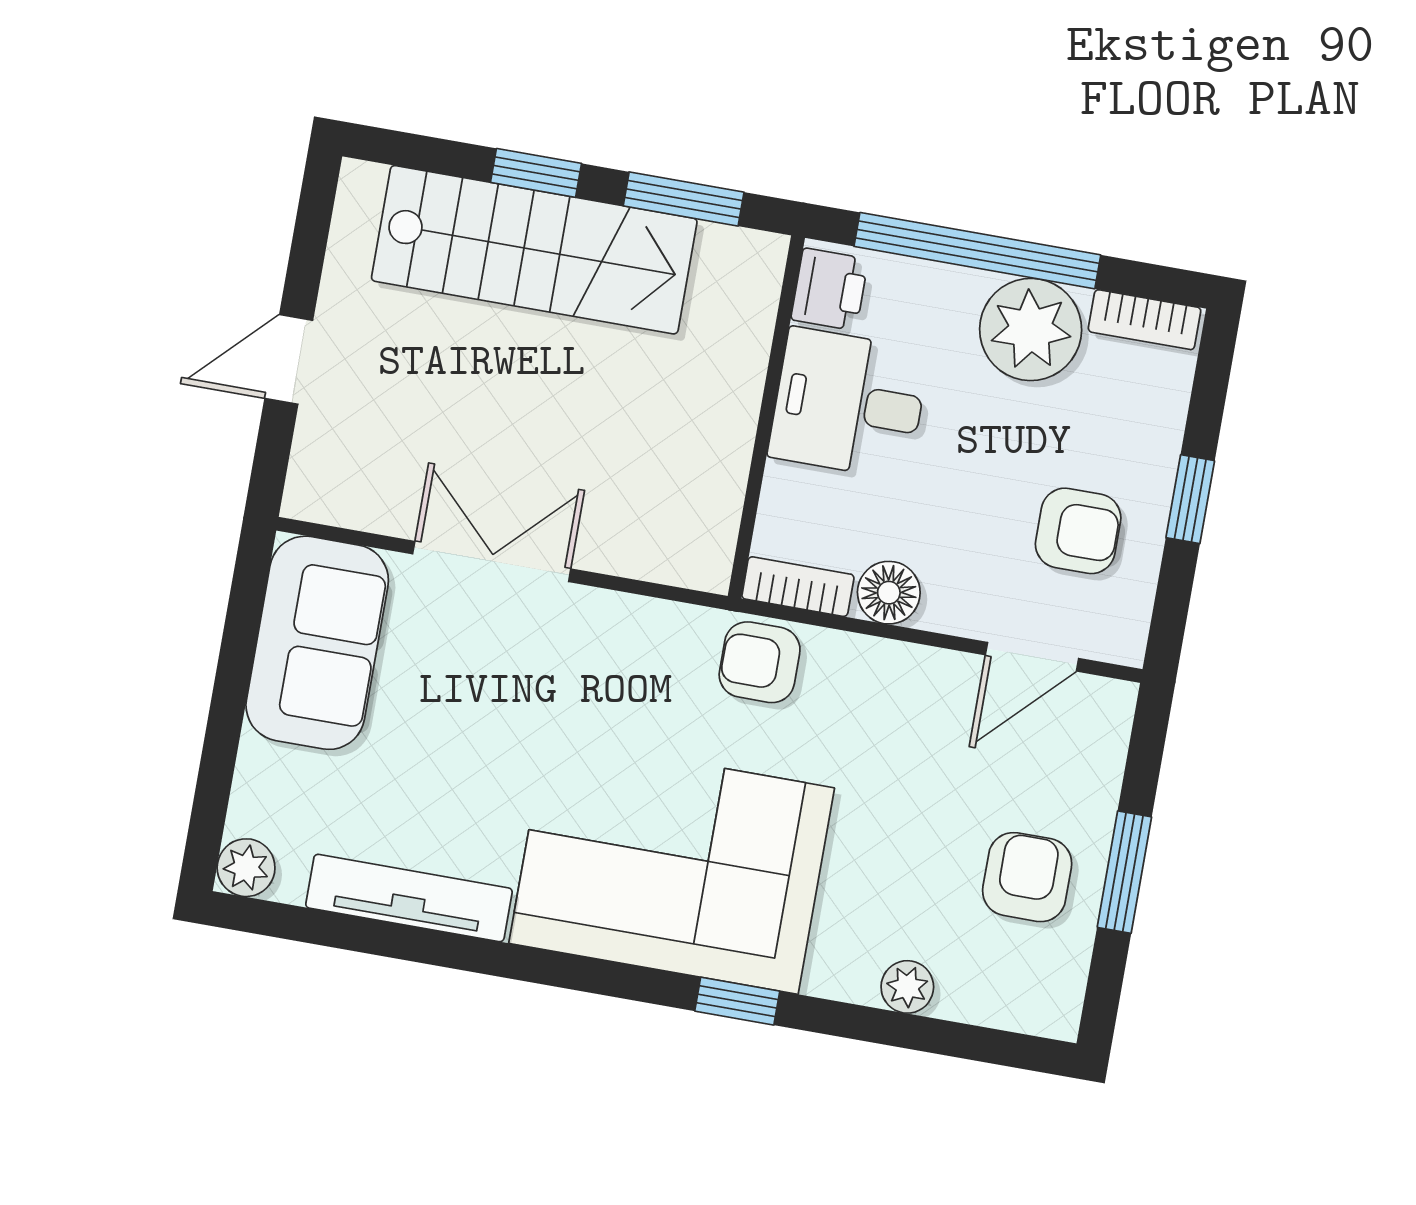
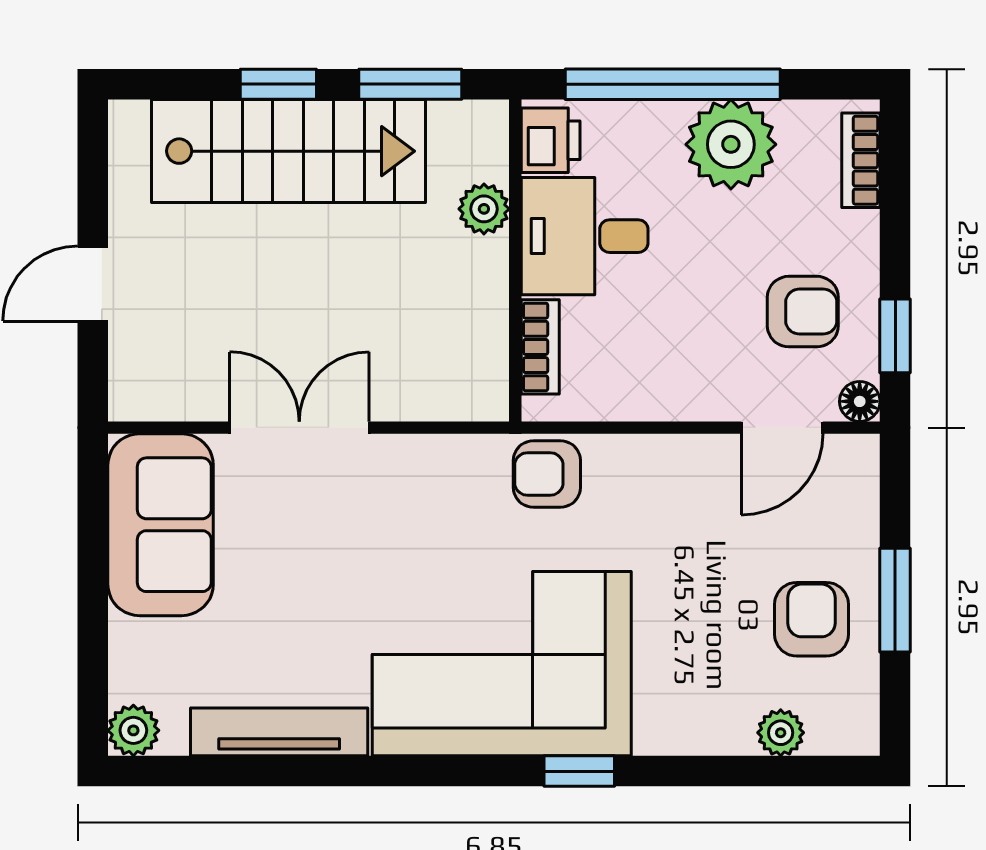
bookcase: (1145, 320) -> (861, 160), moved, turned 90
plant: (741, 353) -> (484, 209), added
window: (1190, 499) -> (895, 336), moved
bookcase: (798, 587) -> (540, 347), moved, turned 90
floor lamp: (889, 593) -> (860, 401), moved, width x0.73, depth x0.73
plant: (907, 987) -> (781, 733), moved

